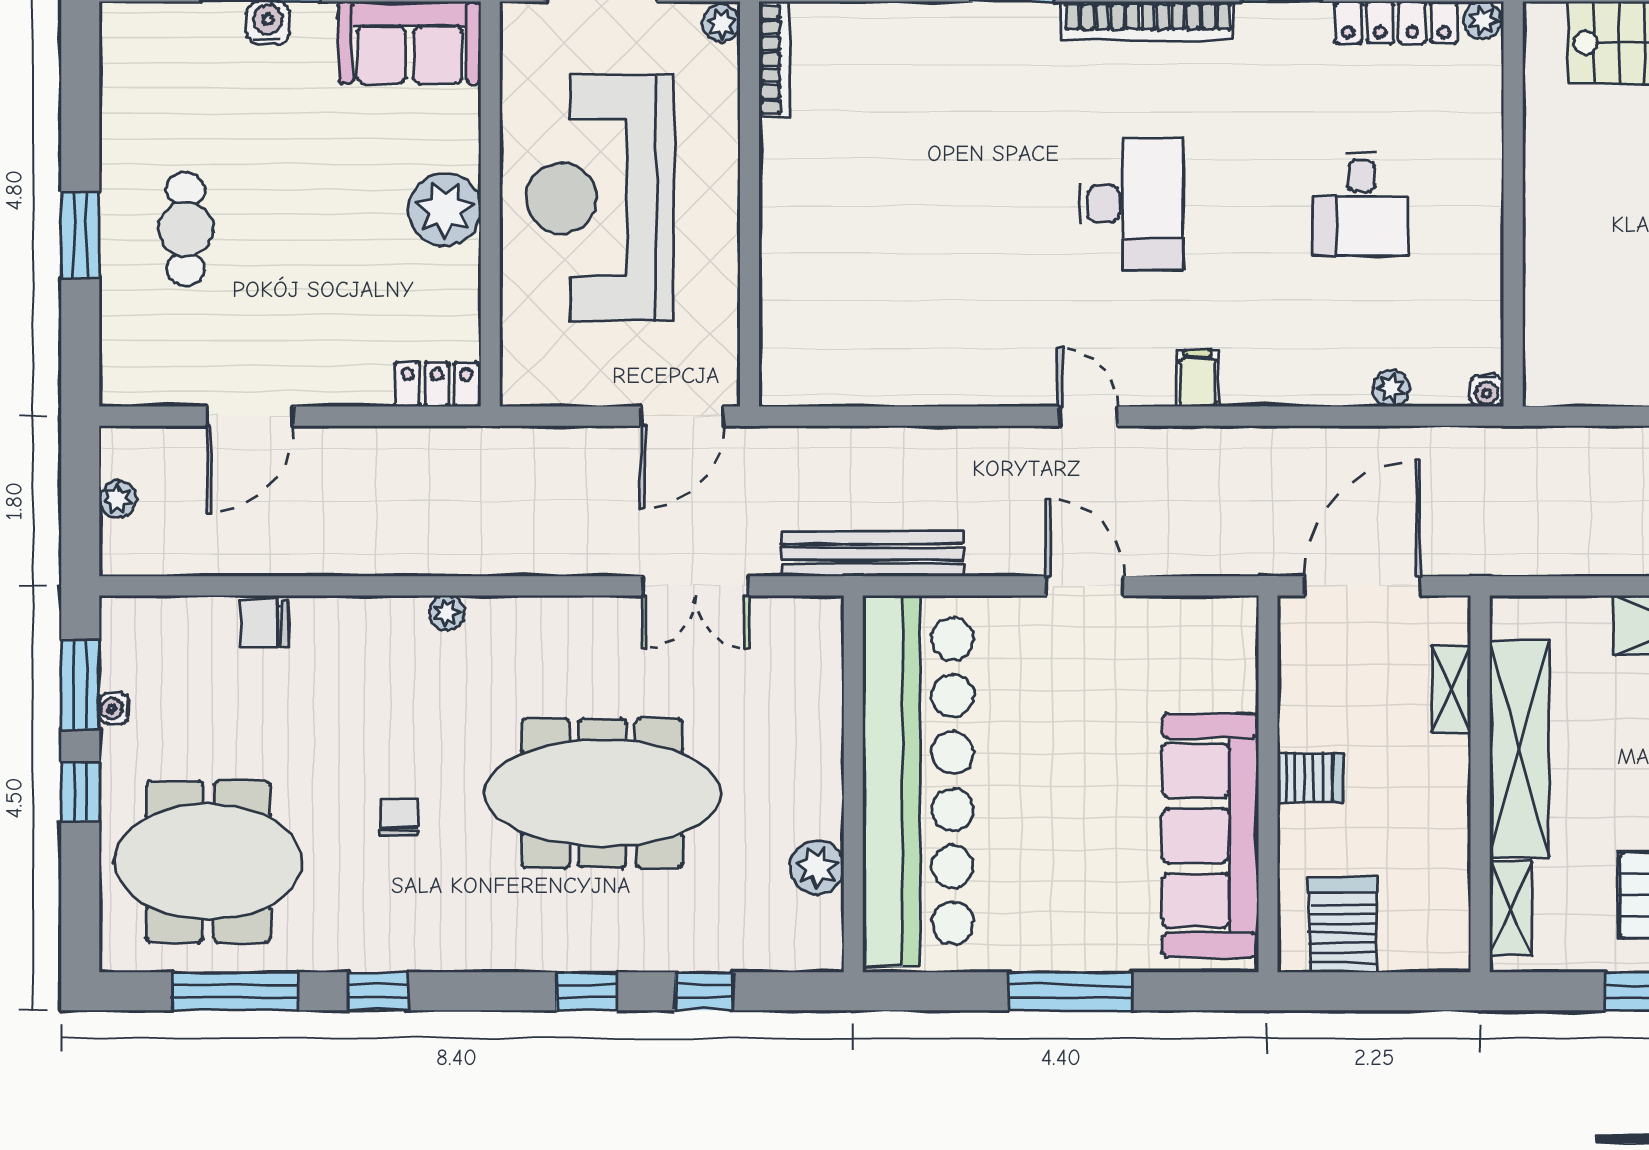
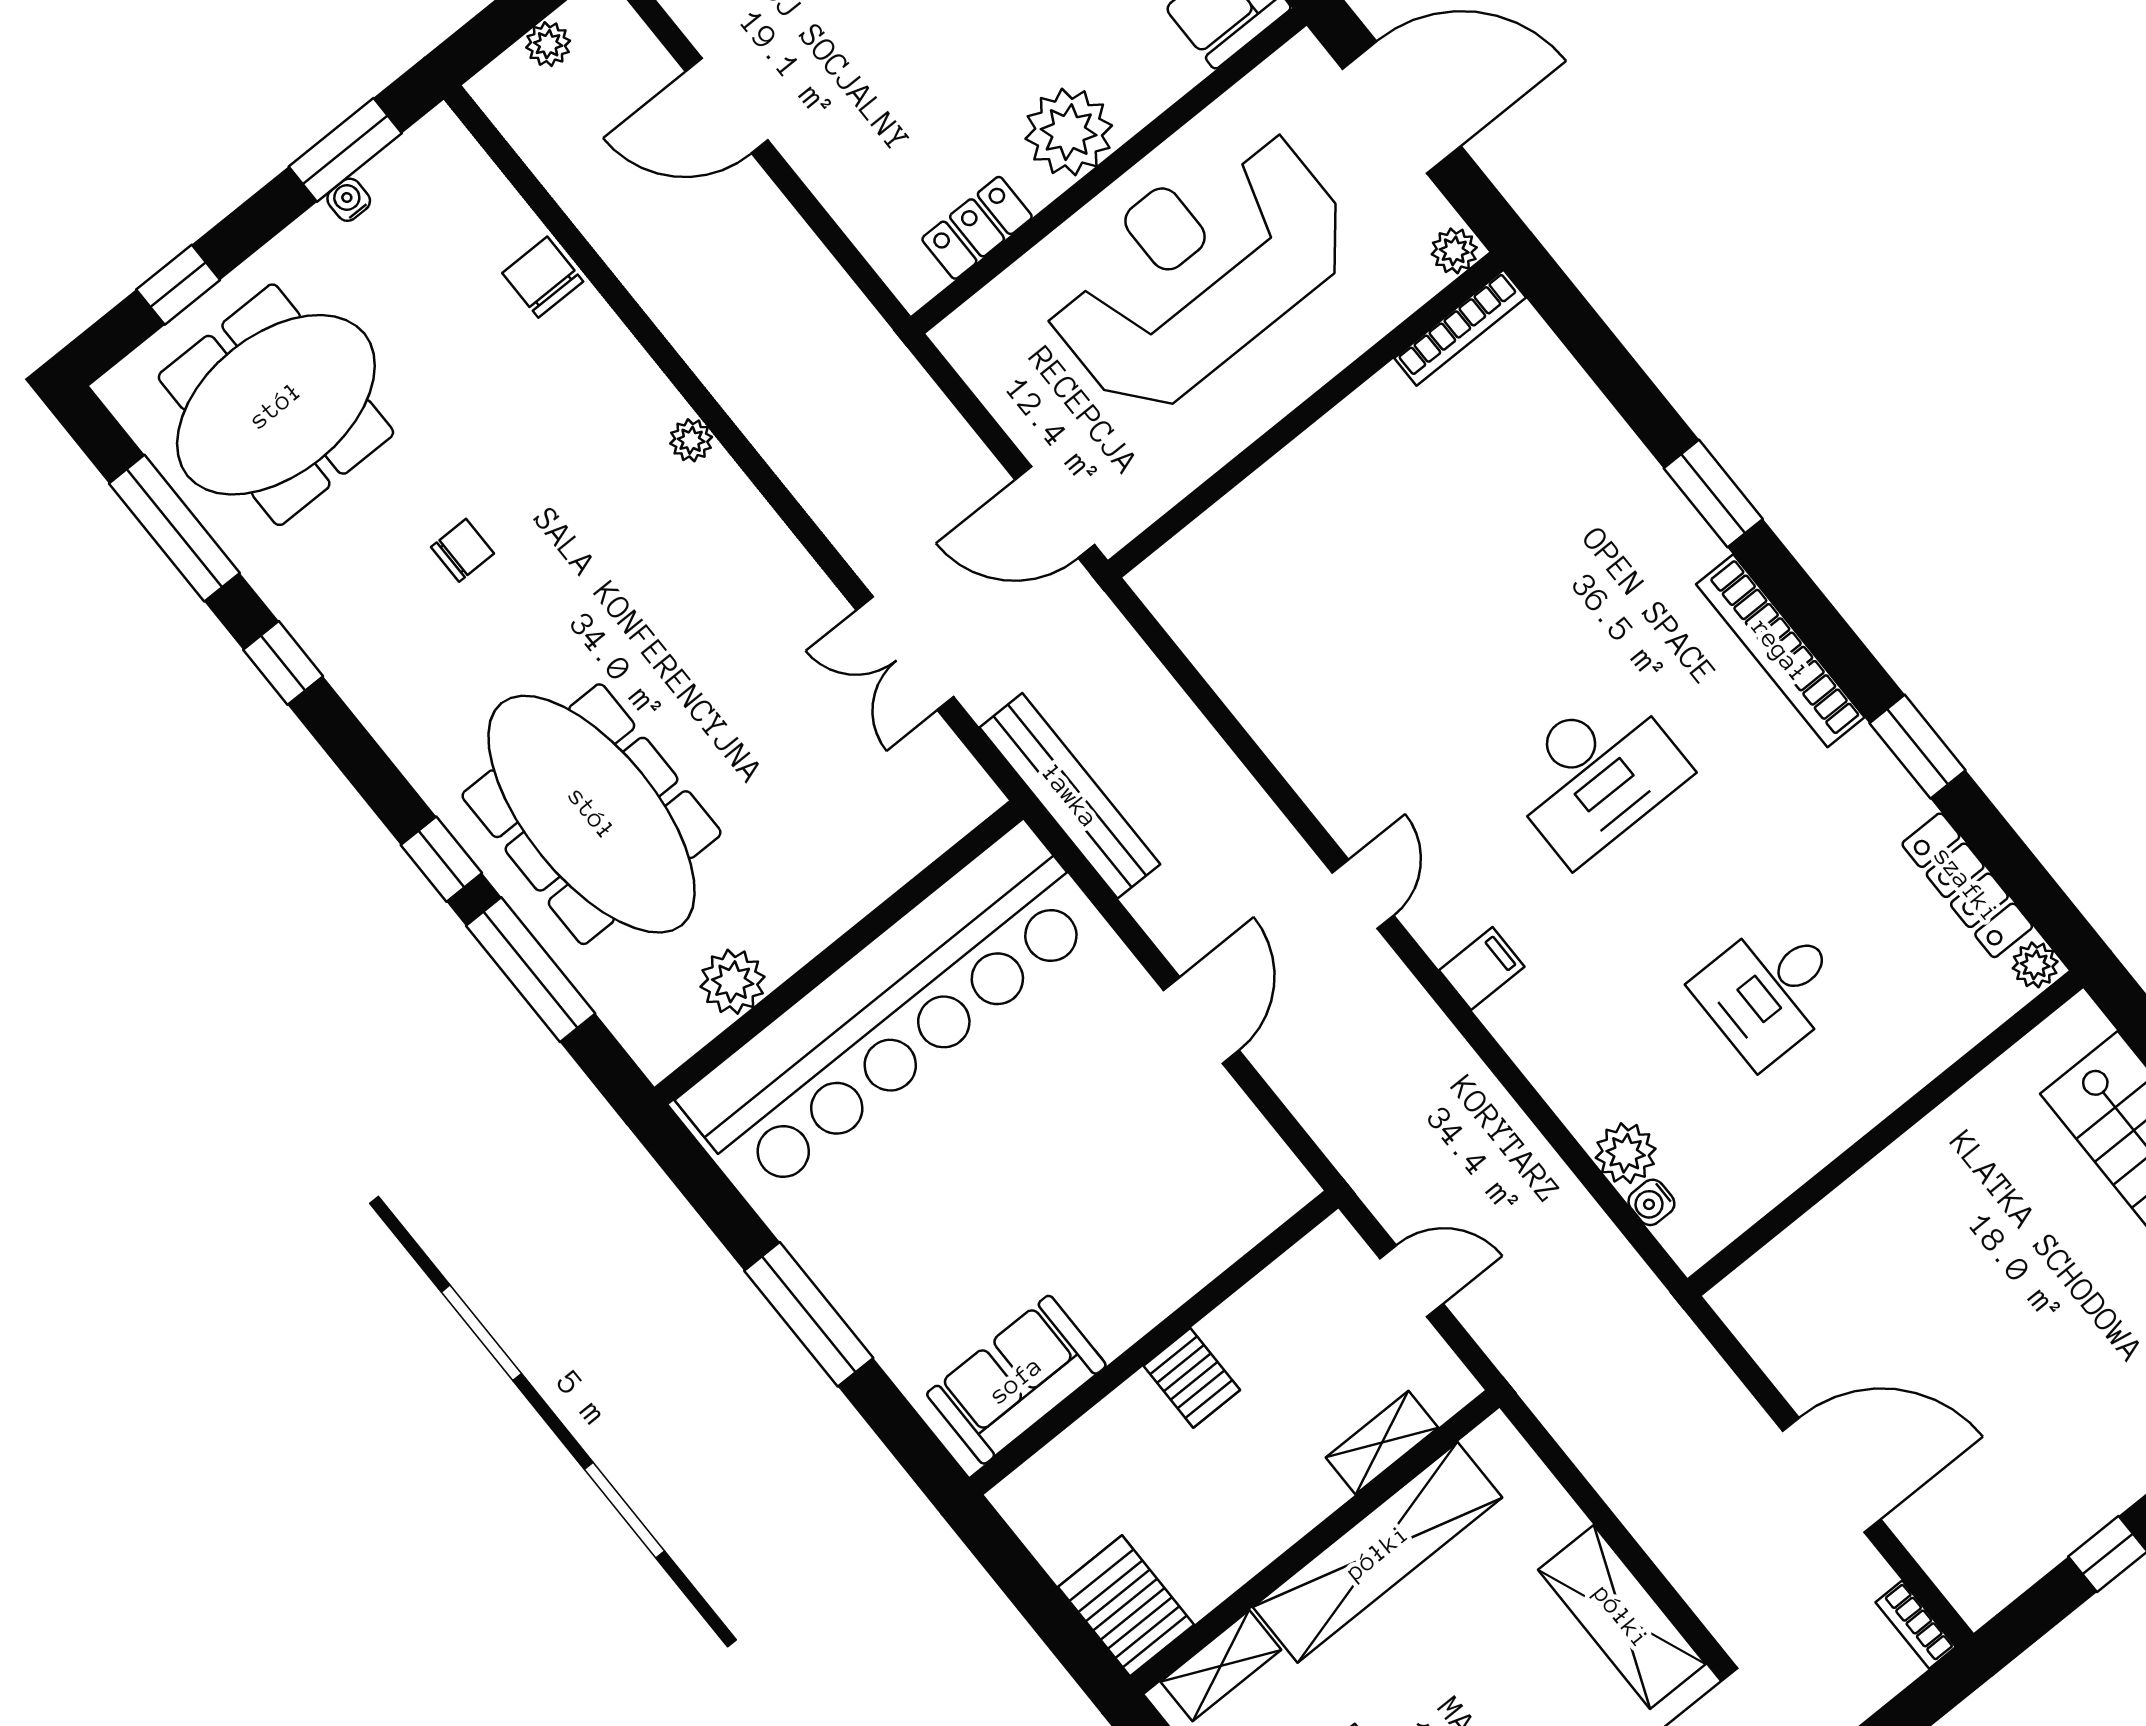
locker: (437, 384) -> (977, 228), moved, turned -90
plant: (1391, 388) -> (1626, 1153), width x1.38, depth x1.38
water cooler: (1487, 391) -> (1651, 1202), moved
door: (1362, 586) -> (1412, 1281), width x0.53
window: (80, 792) -> (178, 285), moved
meeting table: (603, 793) -> (592, 814), moved
sofa: (1210, 835) -> (1016, 1380), width x0.54, depth x0.79
meeting table: (208, 862) -> (276, 405), turned 90
server rack: (1343, 925) -> (1126, 1606), moved, turned -90
window: (704, 991) -> (531, 970), width x2.17

